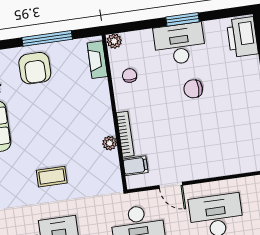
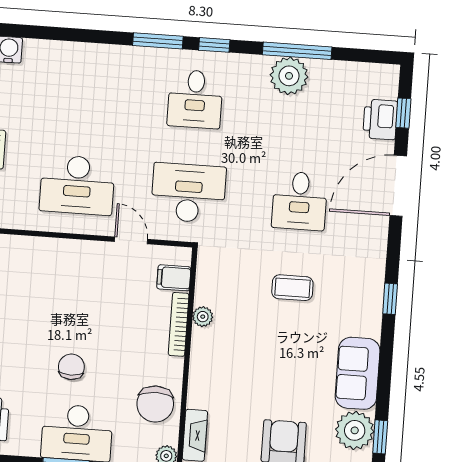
chair: (130, 75) -> (155, 404), width x1.87, depth x1.87
chair: (193, 89) -> (71, 367), turned -90

